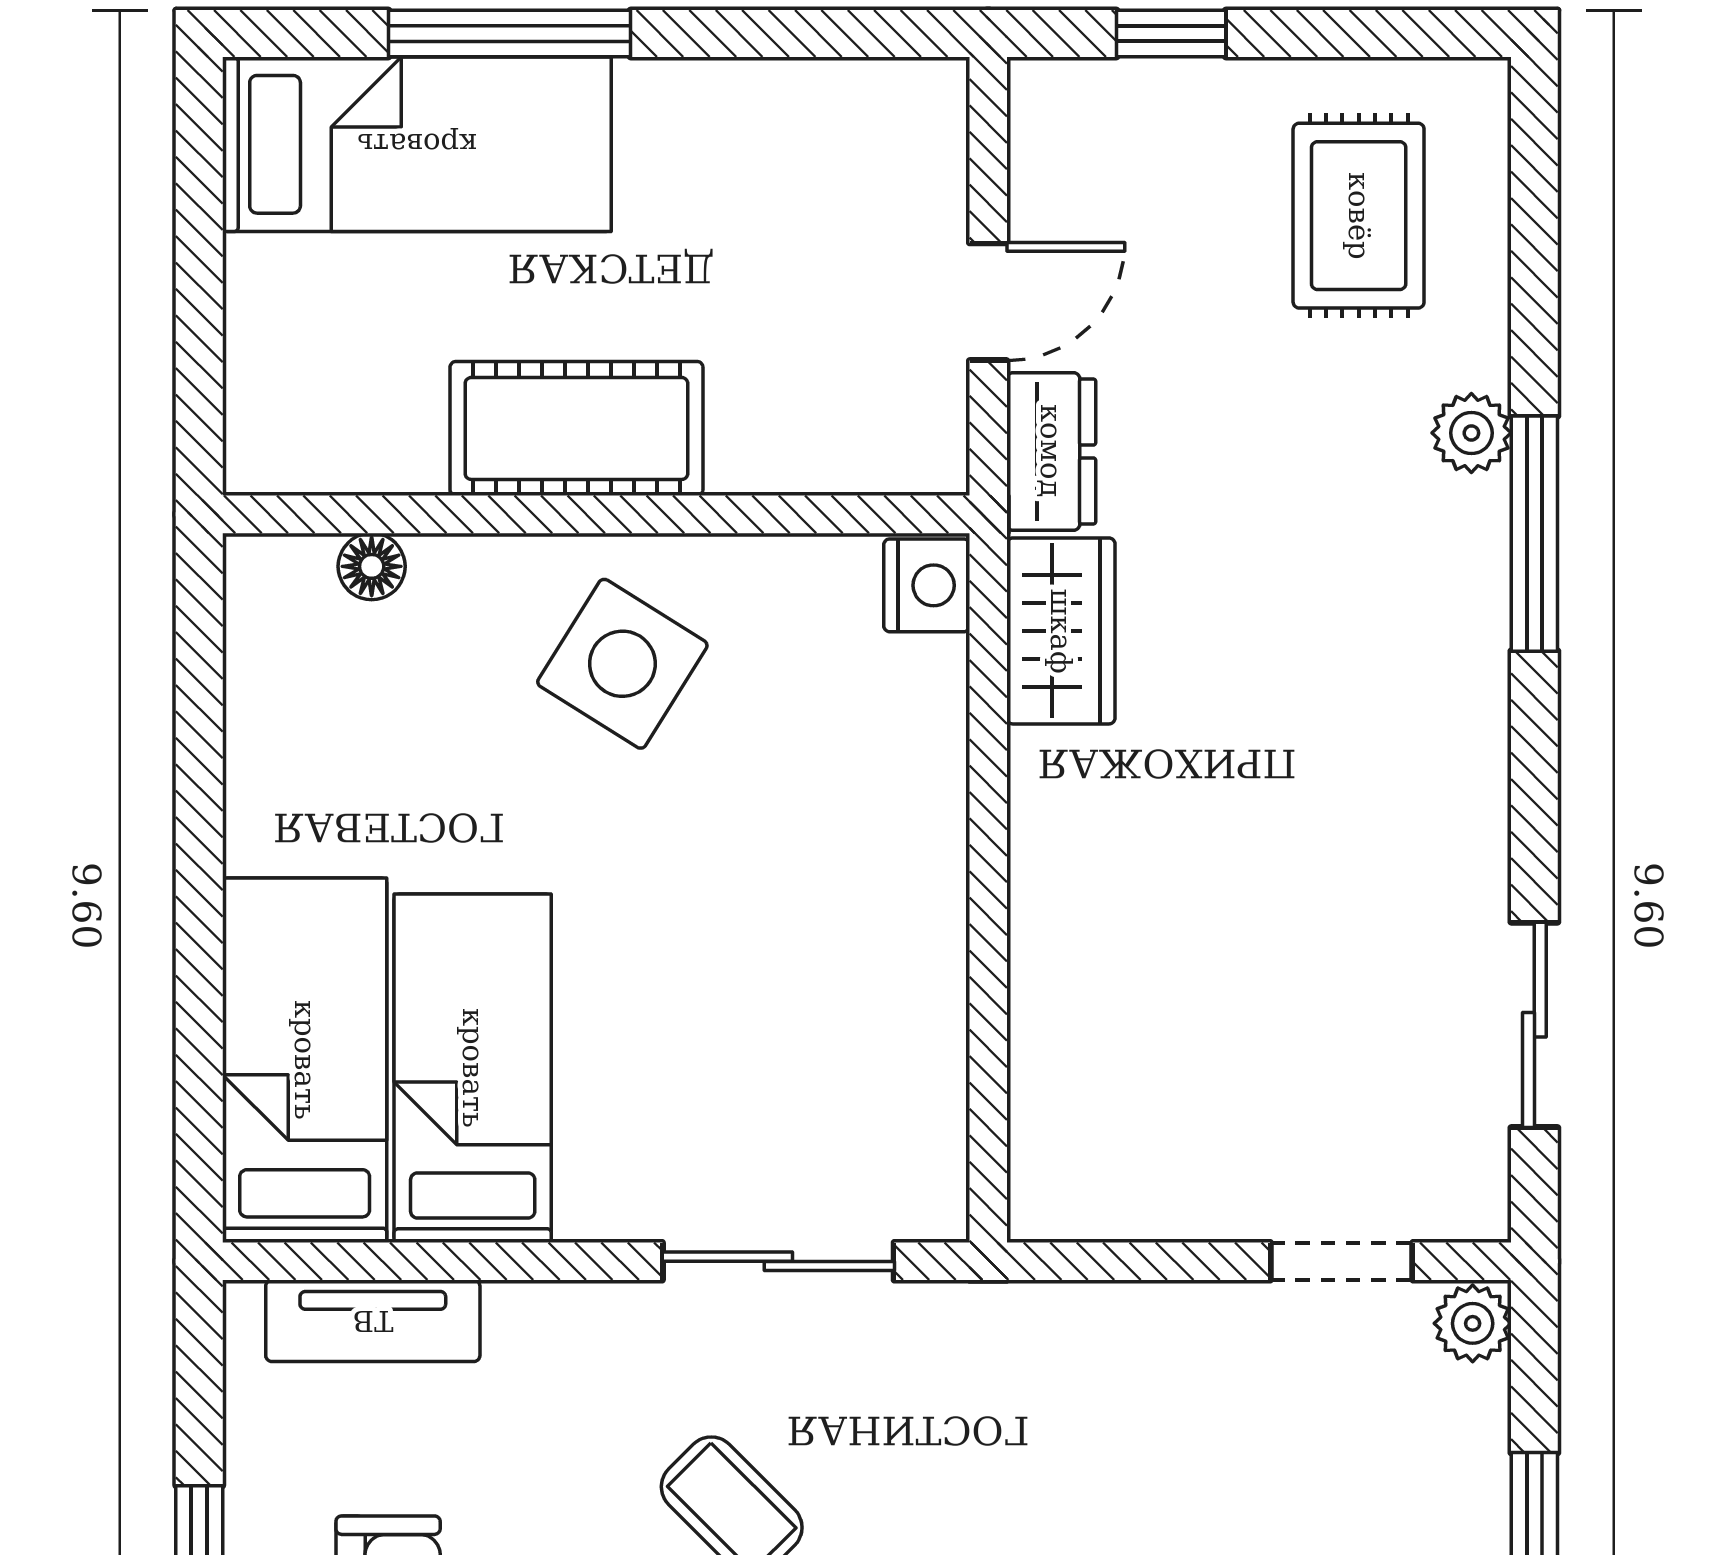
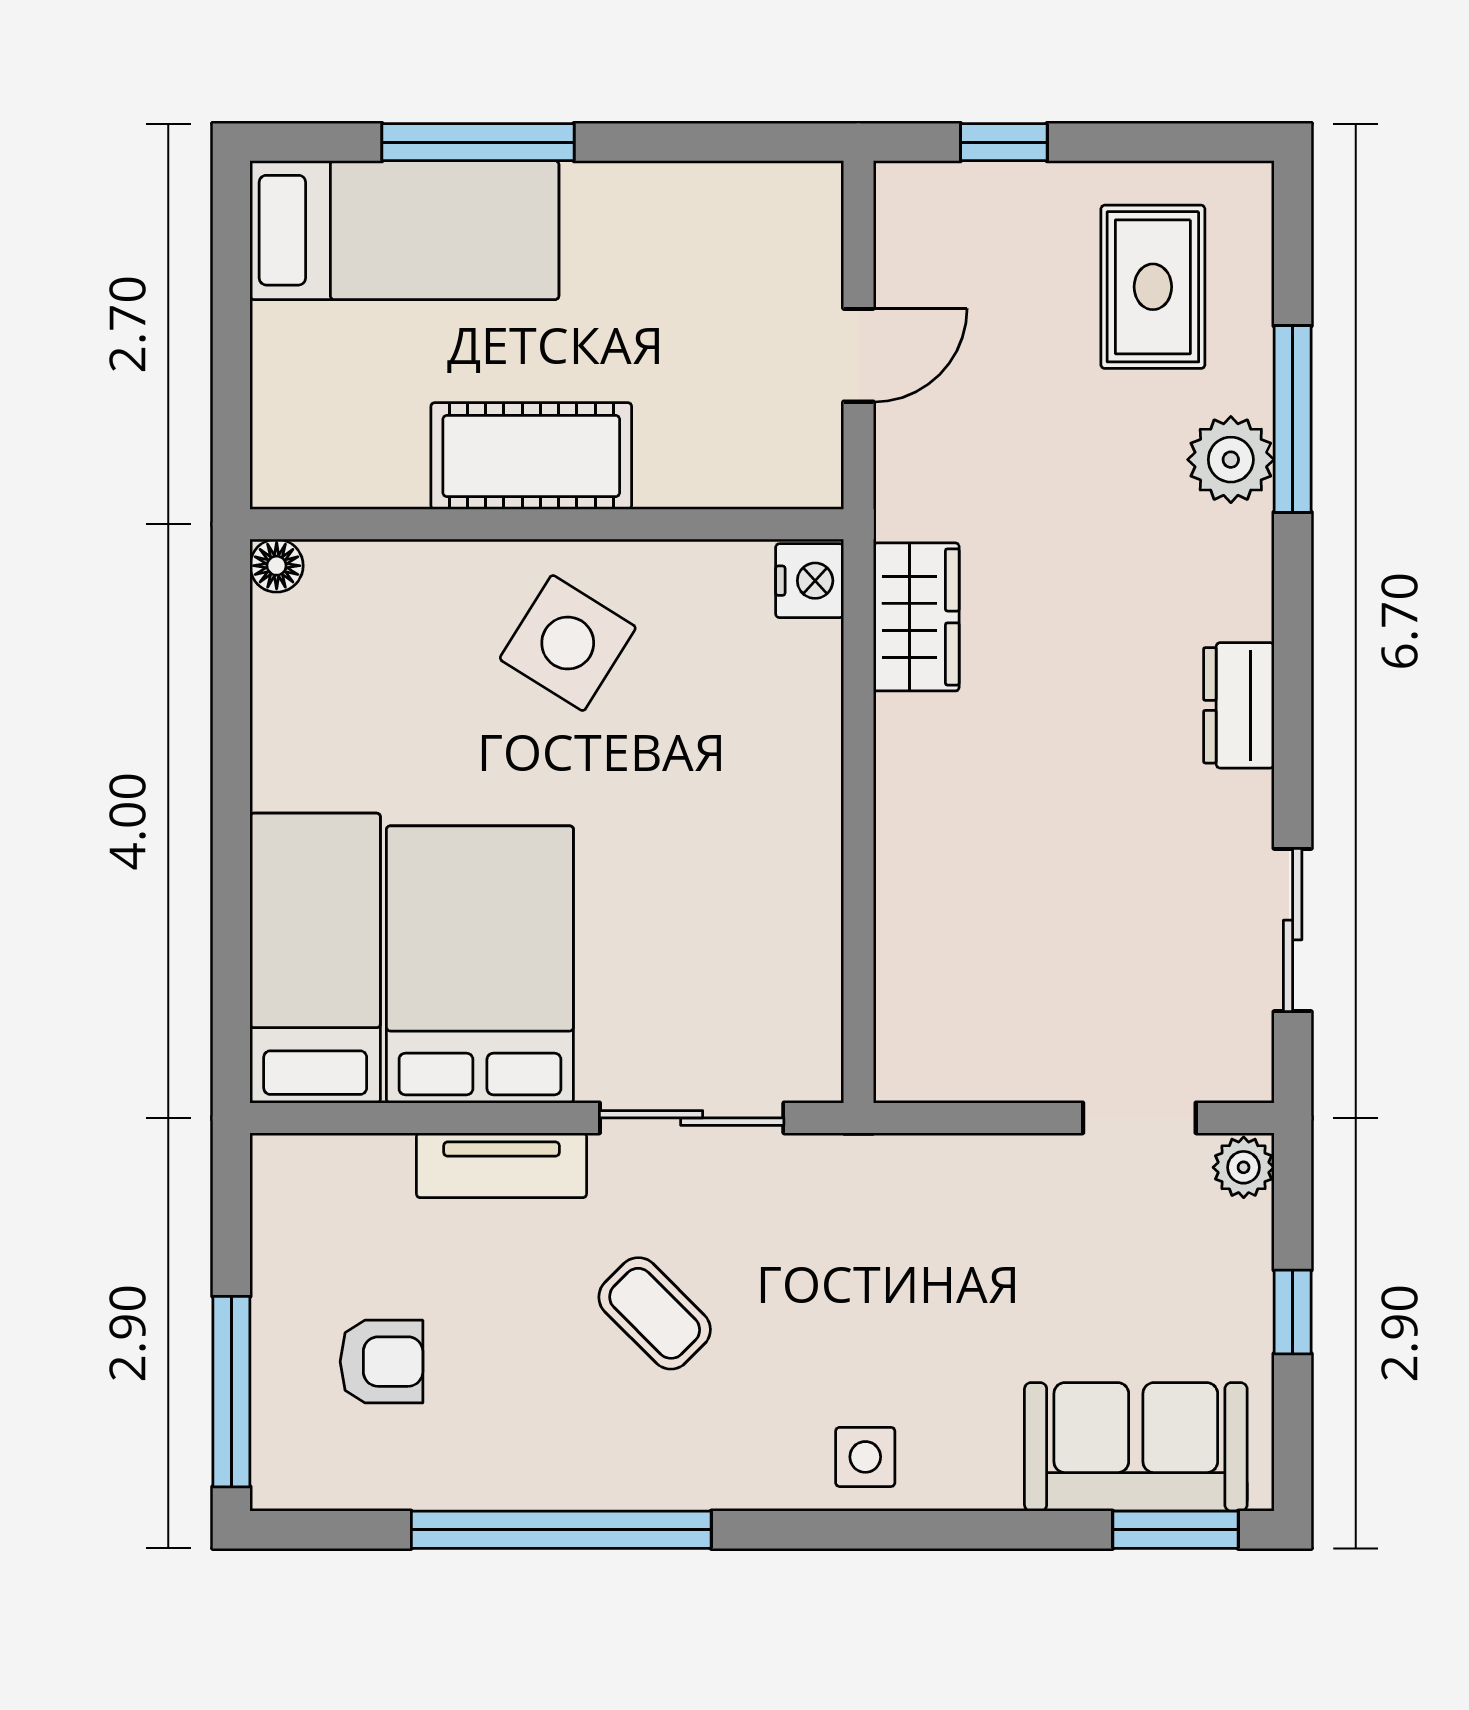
plant: (1471, 433) -> (1231, 460), width x1.38, depth x1.38
dresser: (1051, 451) -> (1239, 705), moved, turned 180
window: (1534, 534) -> (1293, 419), moved
floor lamp: (372, 566) -> (277, 566), moved
bed: (473, 1068) -> (480, 964), width x1.50
tv unit: (373, 1321) -> (502, 1165), moved

